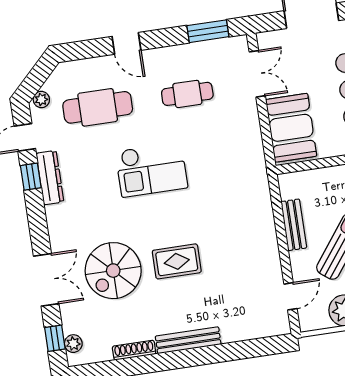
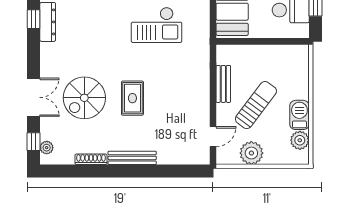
checkout: (152, 170) -> (157, 25), moved
rug: (177, 261) -> (132, 98), turned 90

